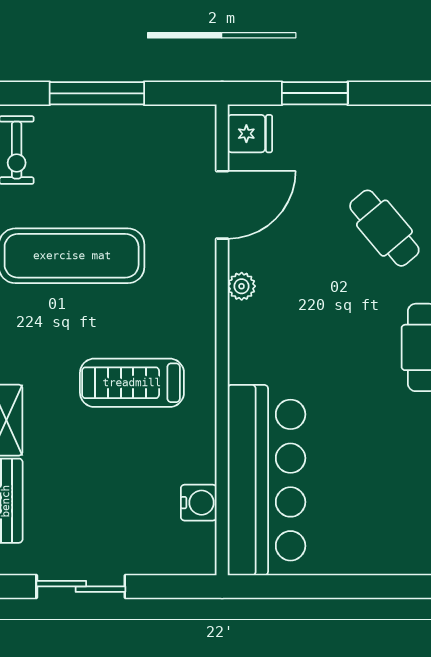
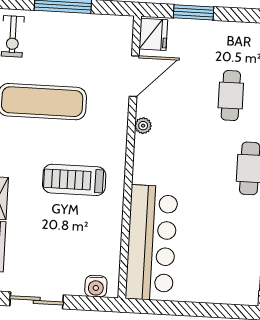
fridge: (250, 134) -> (153, 34), width x1.38
cafe table: (384, 228) -> (231, 96), turned 40
water cooler: (199, 503) -> (96, 286), moved, turned 90

